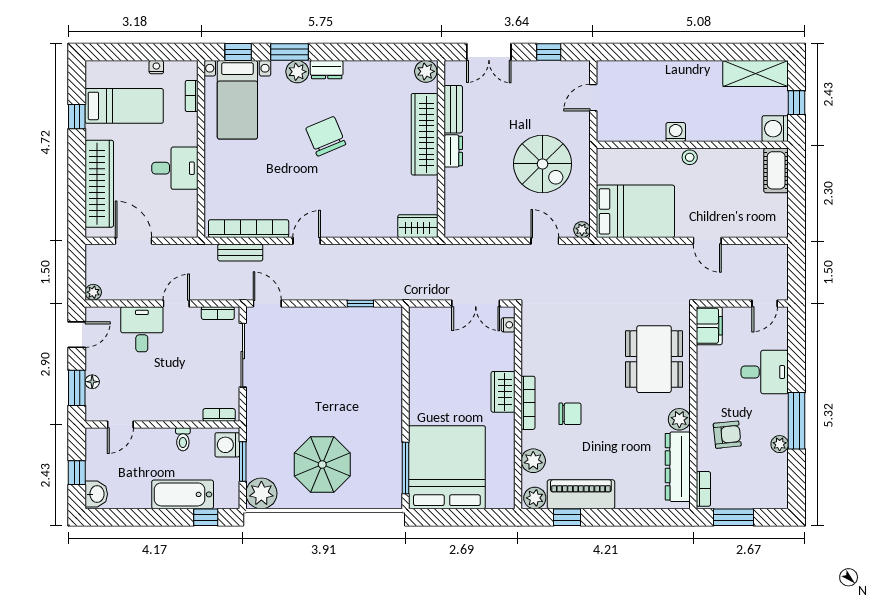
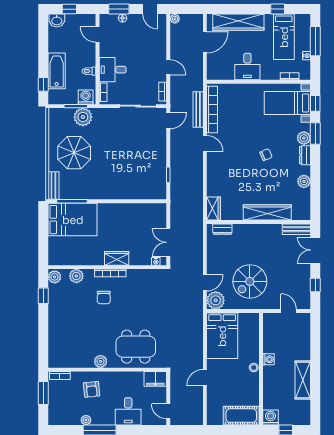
window: (132, 52) -> (315, 41), added
plant: (426, 71) -> (304, 181), moved
shelving: (756, 73) -> (303, 380), moved
bench: (453, 109) -> (296, 229), moved
chair: (326, 136) -> (266, 155), width x0.54, depth x0.54
dresser: (453, 151) -> (222, 229), moved
cot: (776, 170) -> (241, 416), width x1.37, depth x1.34
plant: (582, 230) -> (216, 300), width x1.88, depth x1.88
bench: (240, 253) -> (198, 109), width x1.36
desk: (142, 329) -> (113, 70), moved, turned 180
bed: (447, 467) -> (73, 220), width x0.73
dresser: (678, 467) -> (73, 361), removed
plant: (261, 493) -> (83, 117), moved
piano: (581, 494) -> (57, 304), removed
bench: (378, 500) -> (53, 185), added

